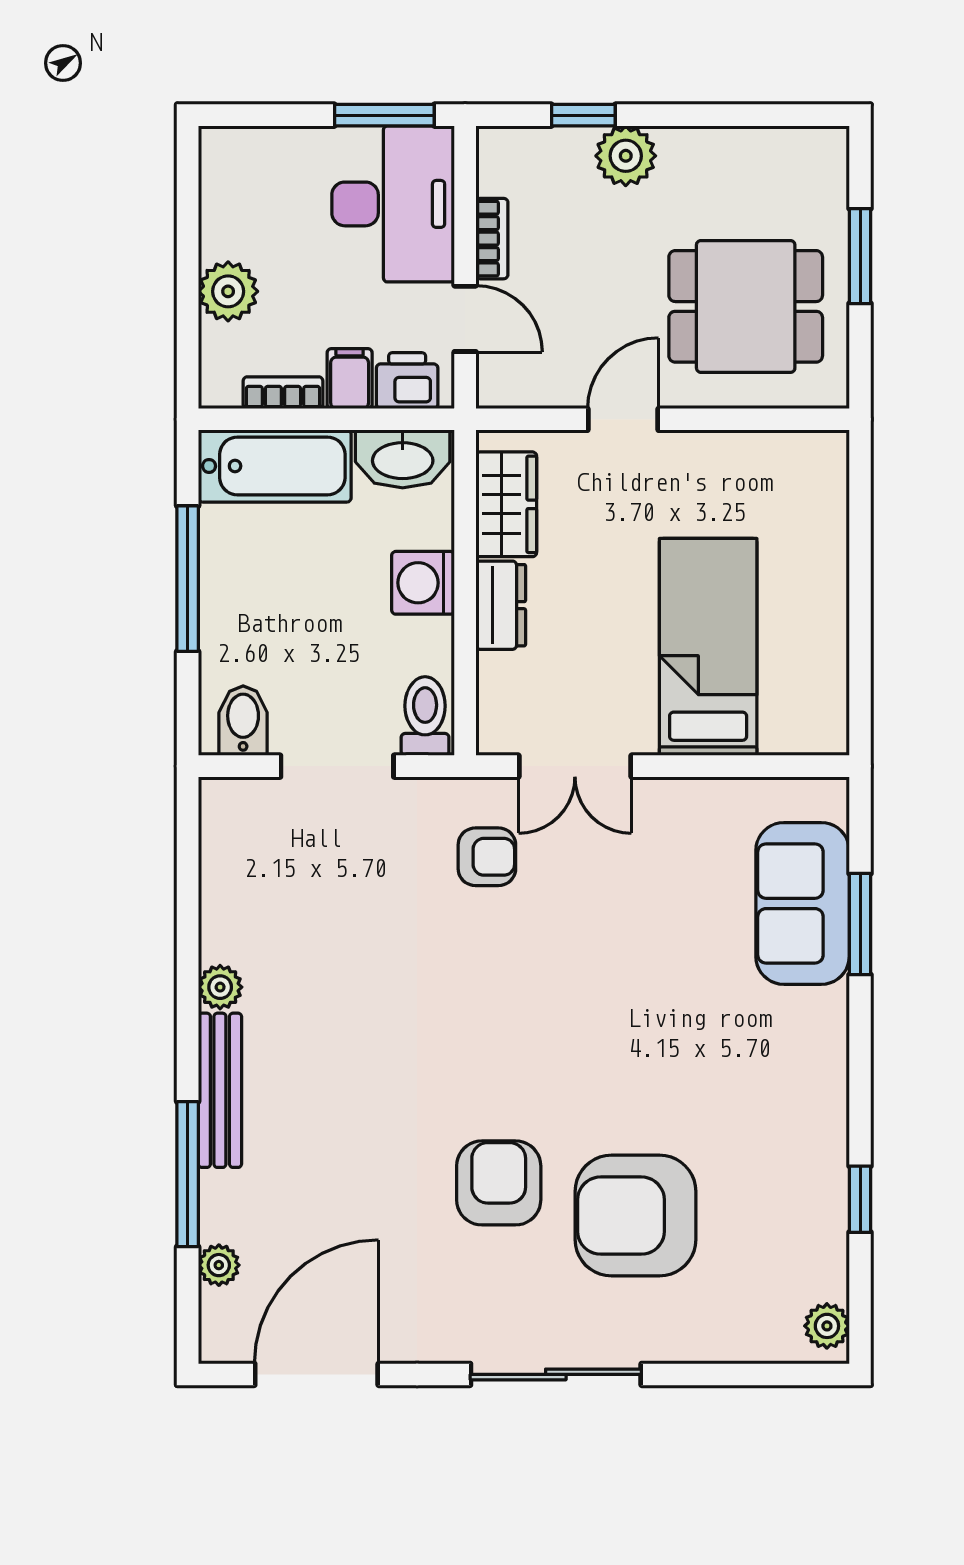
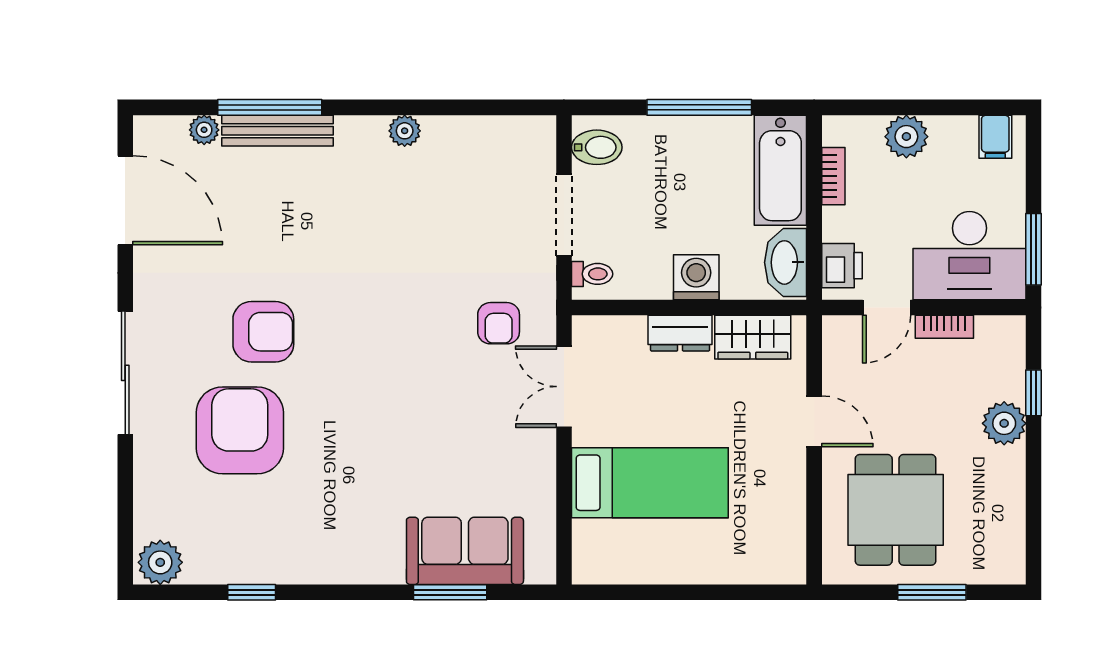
filing cabinet: (350, 379) -> (995, 137), moved, turned 90
toilet: (425, 716) -> (592, 274), width x0.73, depth x0.72
bench: (220, 1090) -> (278, 131), moved
plant: (827, 1326) -> (160, 562), width x1.38, depth x1.38

